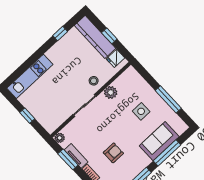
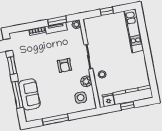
window: (60, 34) -> (151, 72), removed
side table: (141, 111) -> (81, 98), moved
armchair: (113, 153) -> (65, 65), moved

